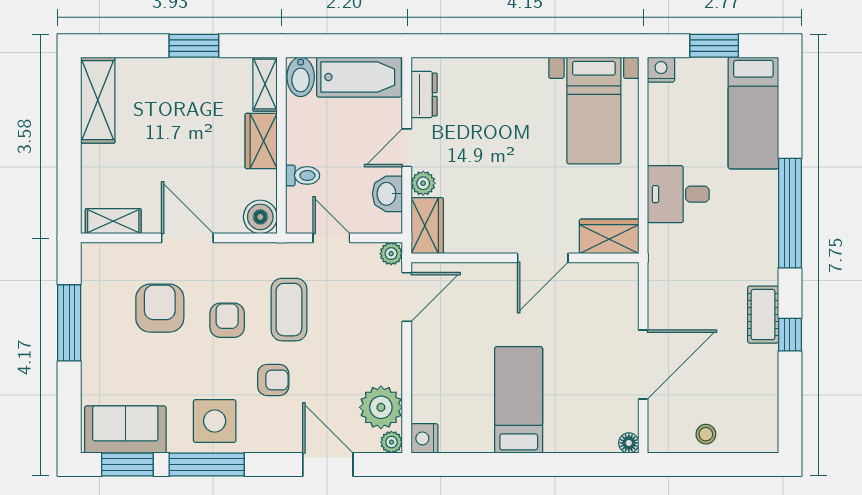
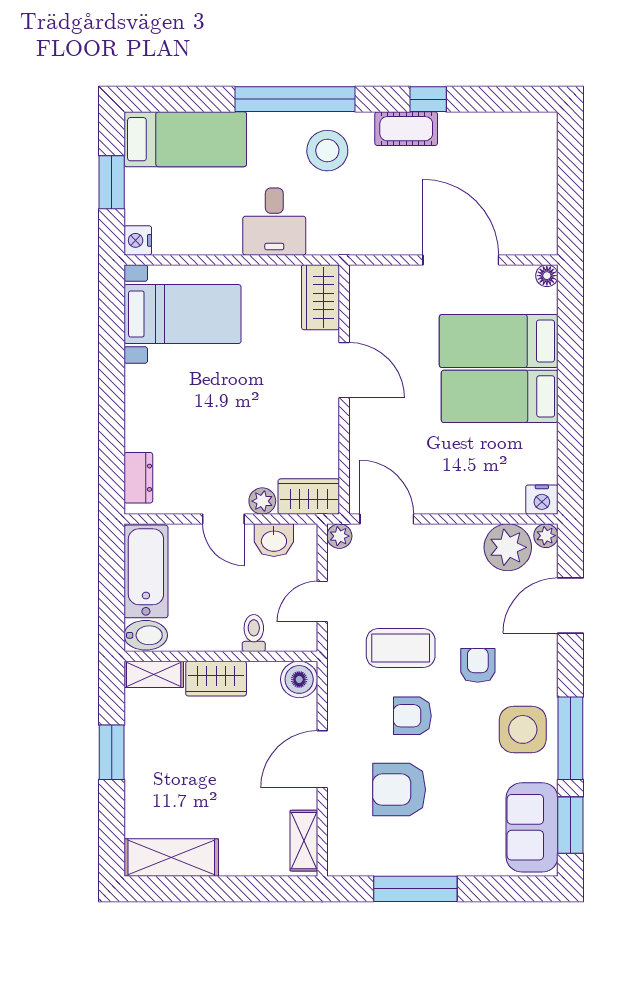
dresser: (424, 95) -> (138, 478), moved, turned 90
bed: (569, 399) -> (499, 341), added
stool: (706, 434) -> (327, 151), moved, width x1.89, depth x1.89

